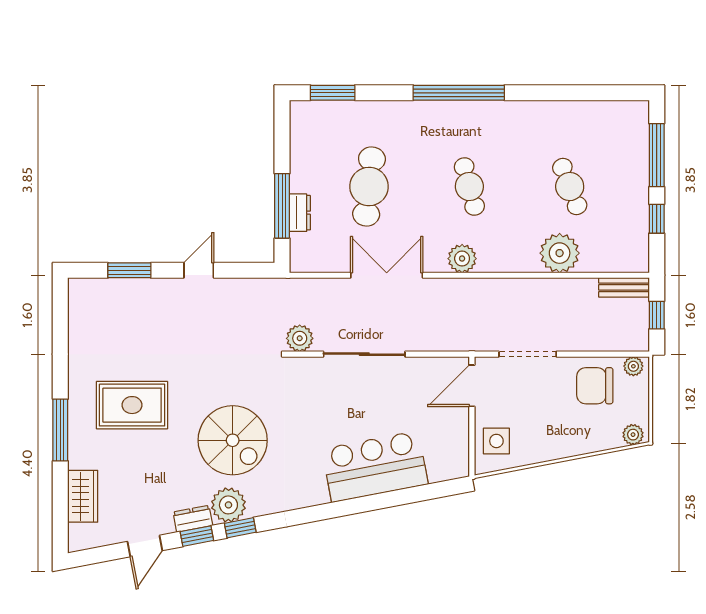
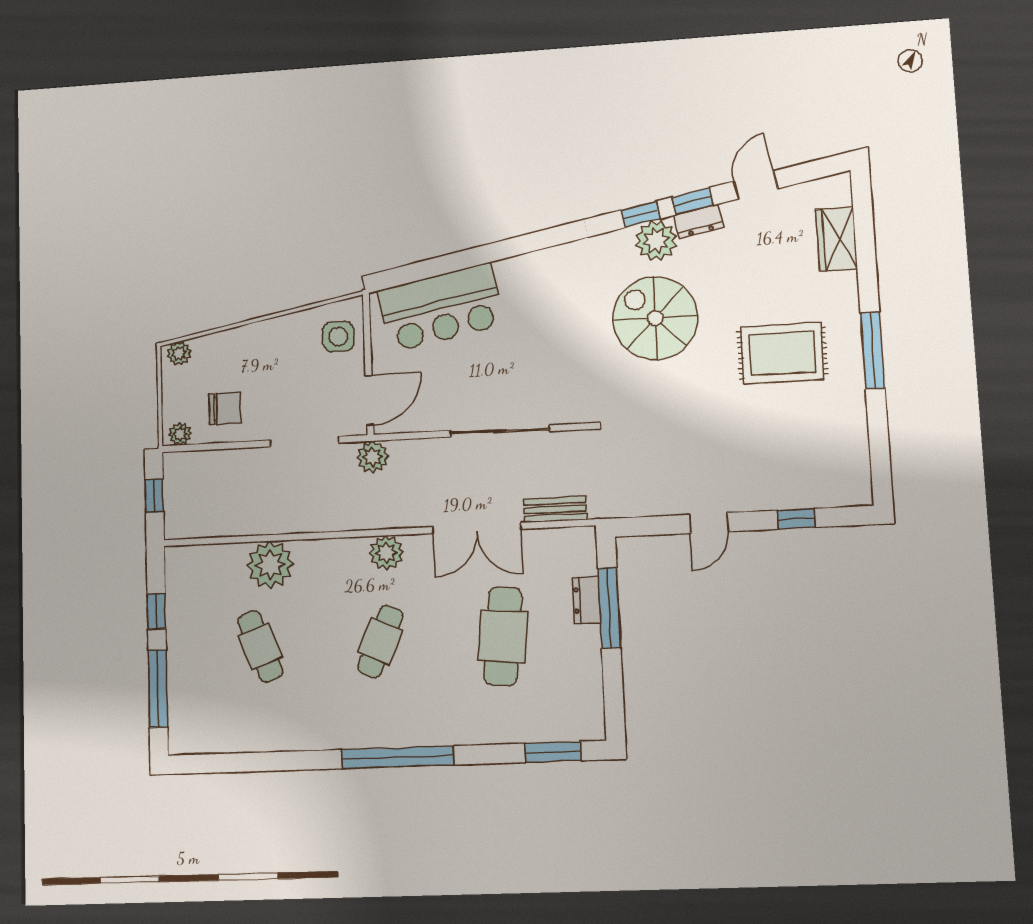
cafe table: (469, 187) -> (381, 641), turned 39
window: (129, 270) -> (796, 519), width x0.67
bench: (624, 287) -> (555, 509), moved
plant: (300, 338) -> (373, 457), moved
chair: (595, 386) -> (225, 408), width x0.73, depth x0.73
window: (60, 430) -> (873, 351), moved
bar counter: (375, 467) -> (441, 308), moved

